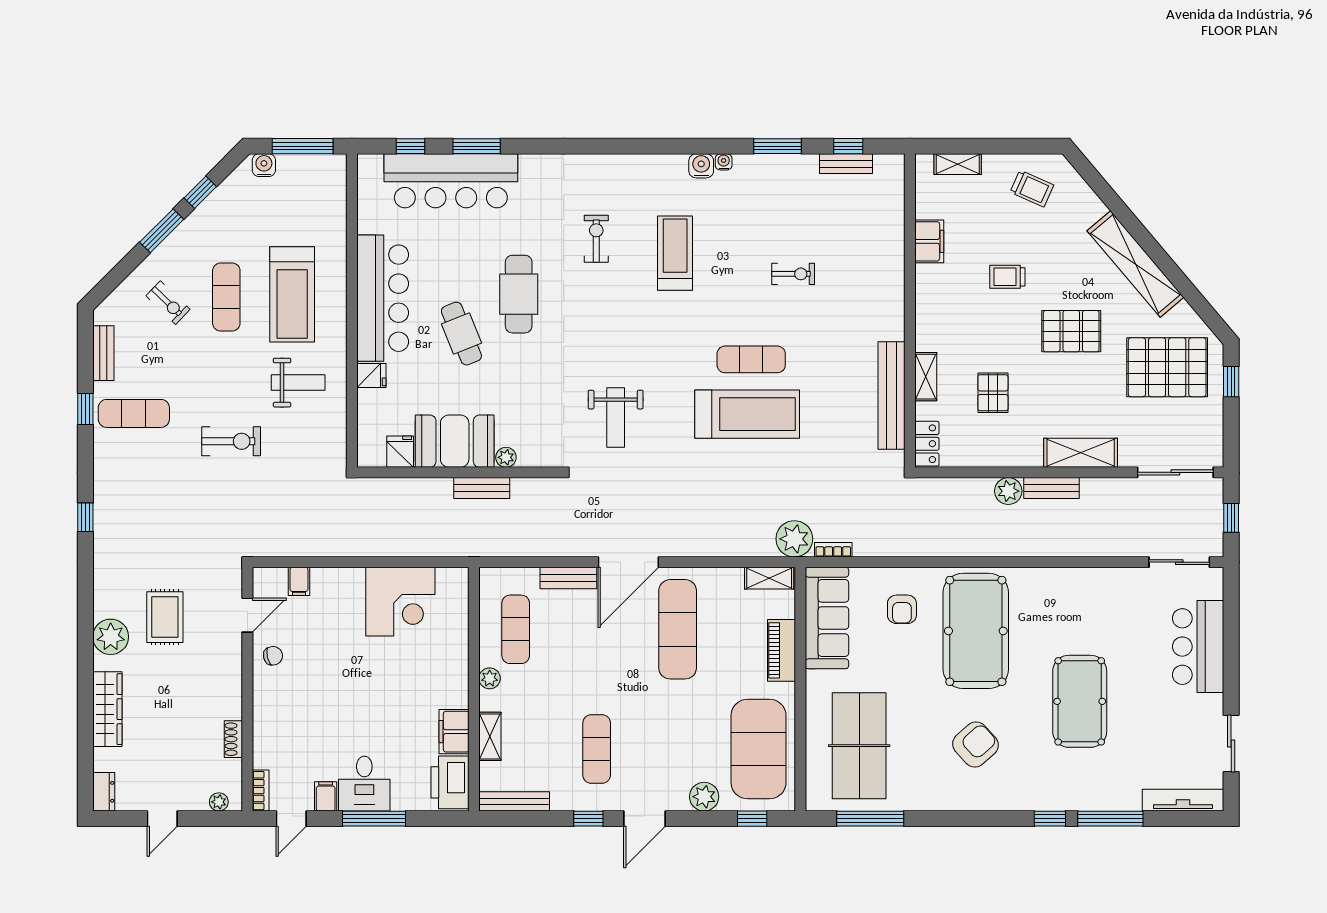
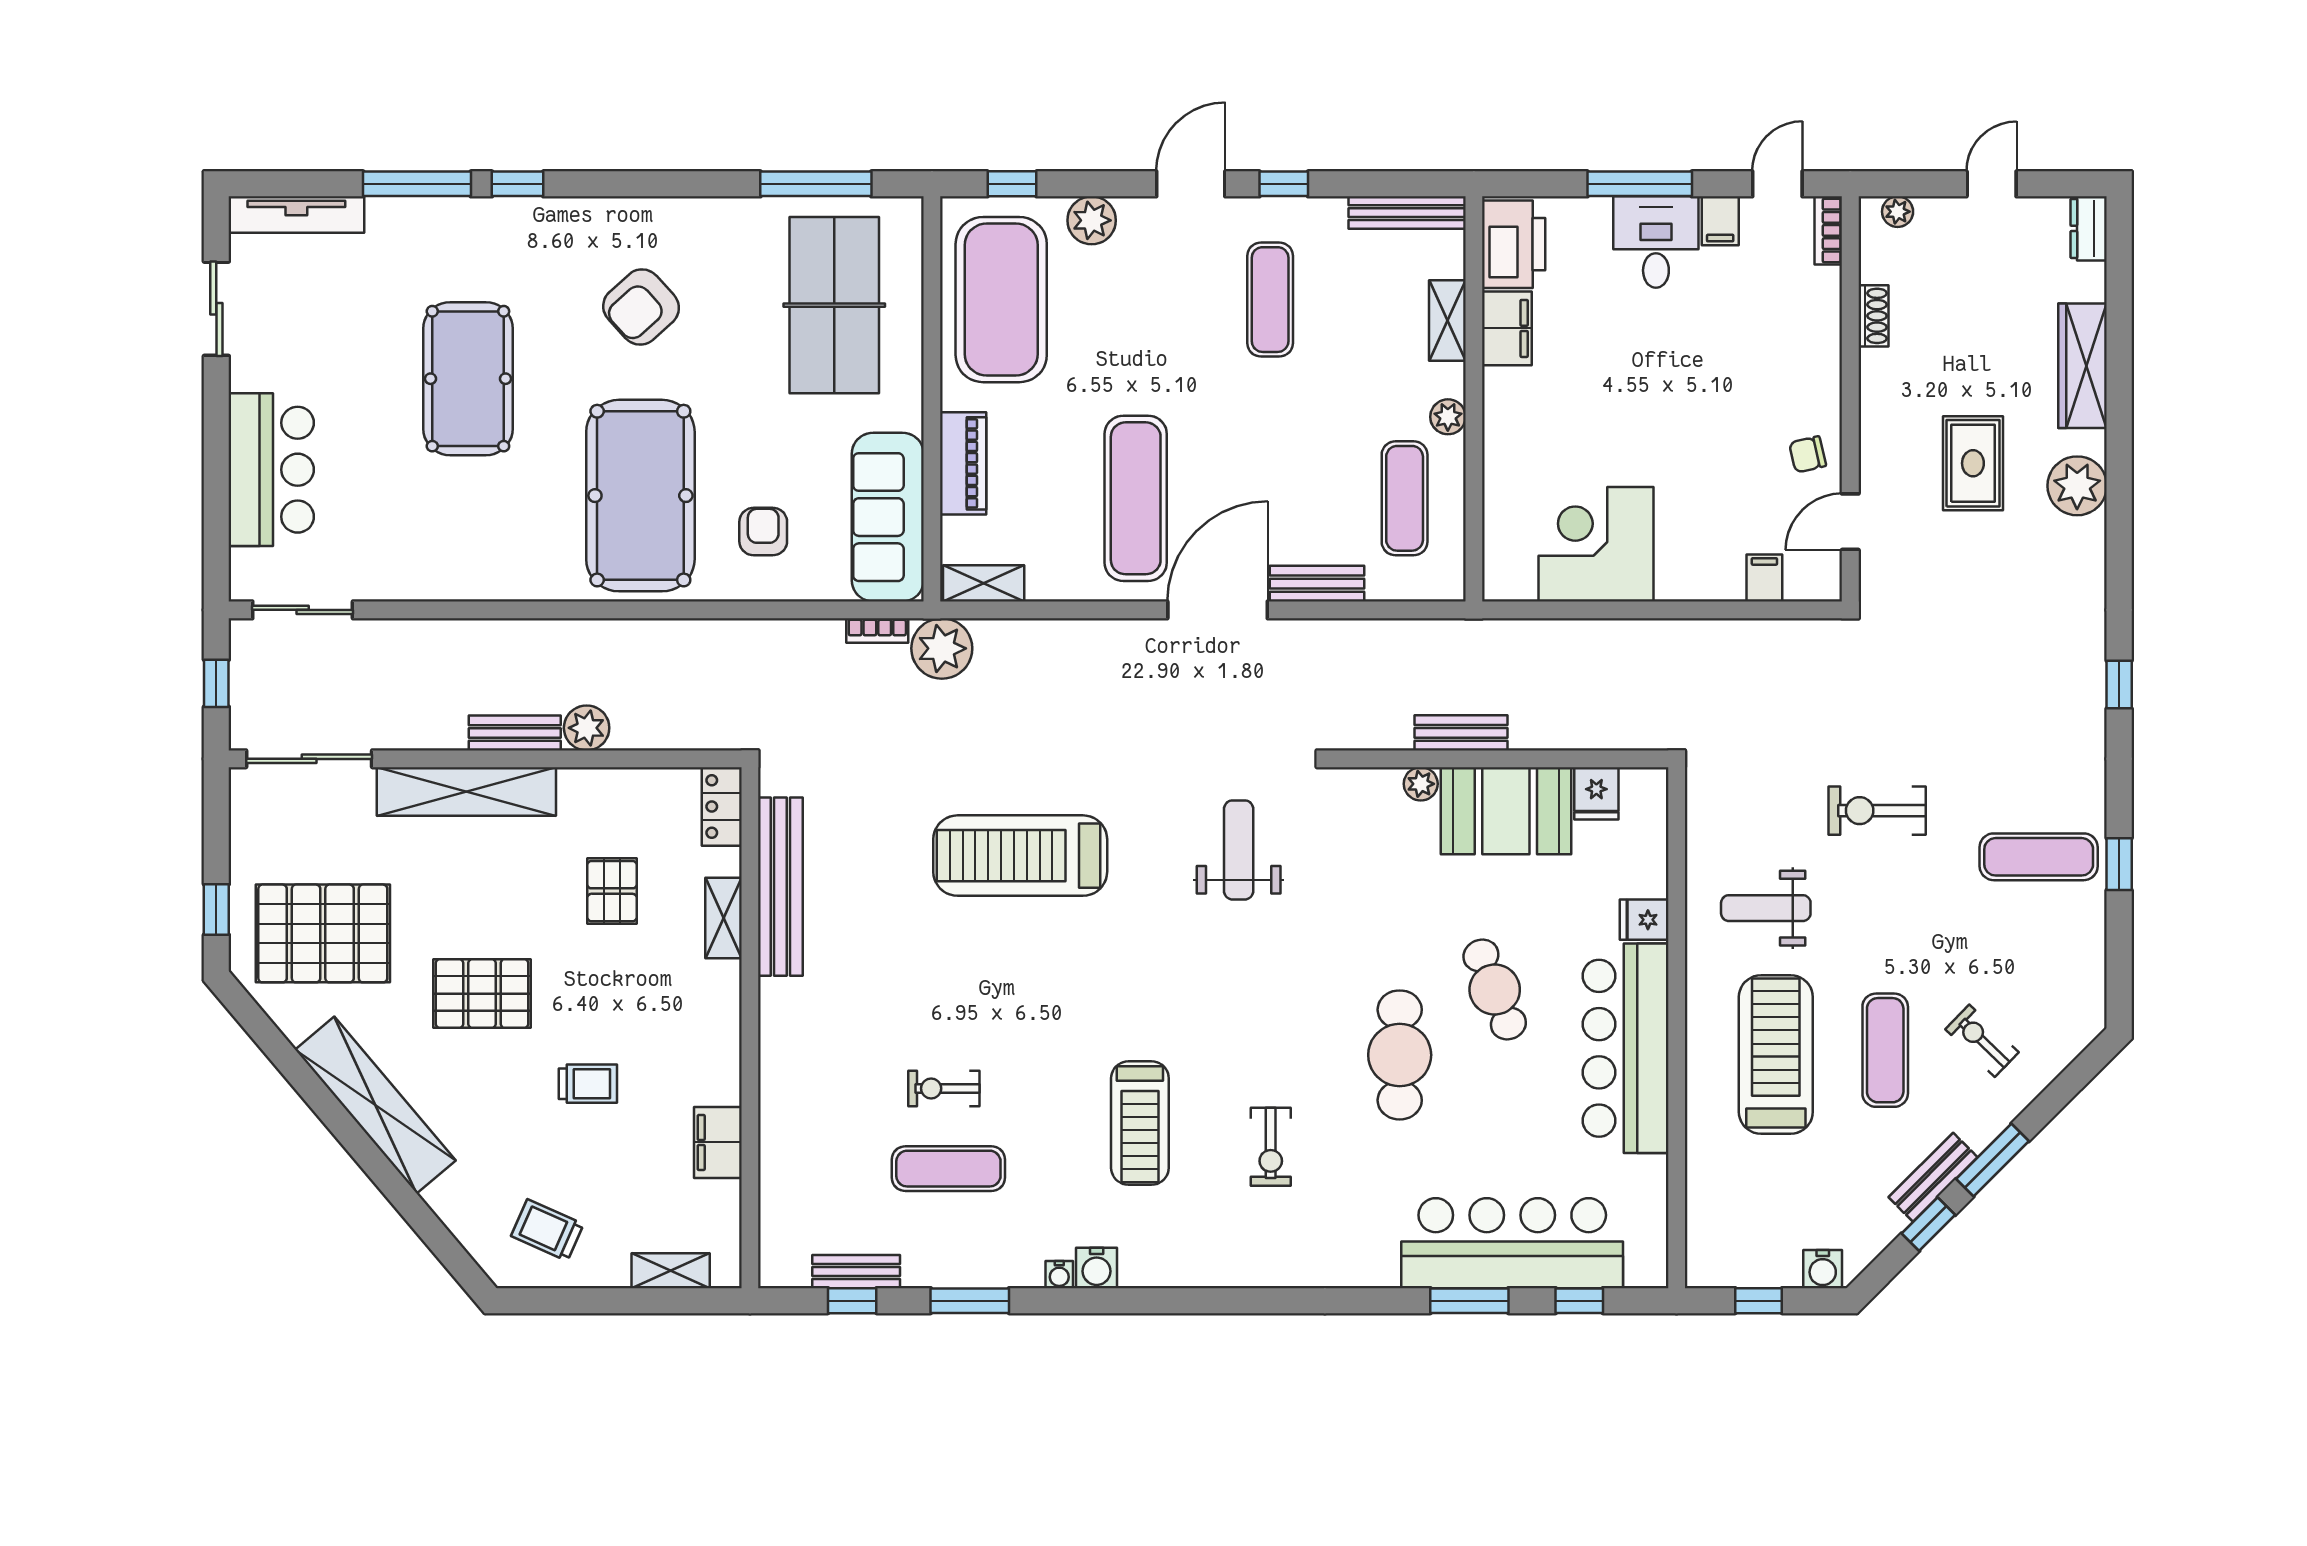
window: (303, 146) -> (1759, 1301), width x0.46
bench: (103, 353) -> (1933, 1177), moved, turned 45
exercise mat: (751, 359) -> (948, 1169), moved
shelving: (1081, 453) -> (466, 791), width x1.47
rug: (165, 617) -> (1973, 463), moved

